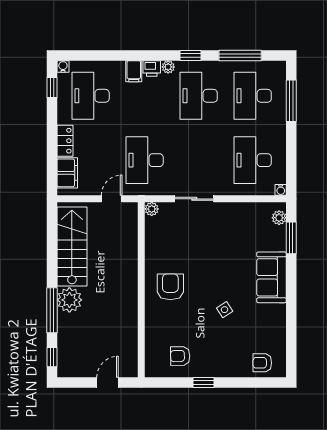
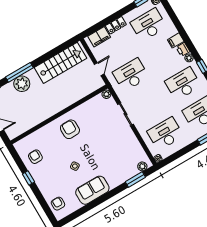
door: (112, 199) -> (99, 69), hinge flipped
sofa: (271, 277) -> (92, 190), moved
armchair: (170, 287) -> (70, 129), turned -90
plant: (69, 300) -> (22, 84), moved

